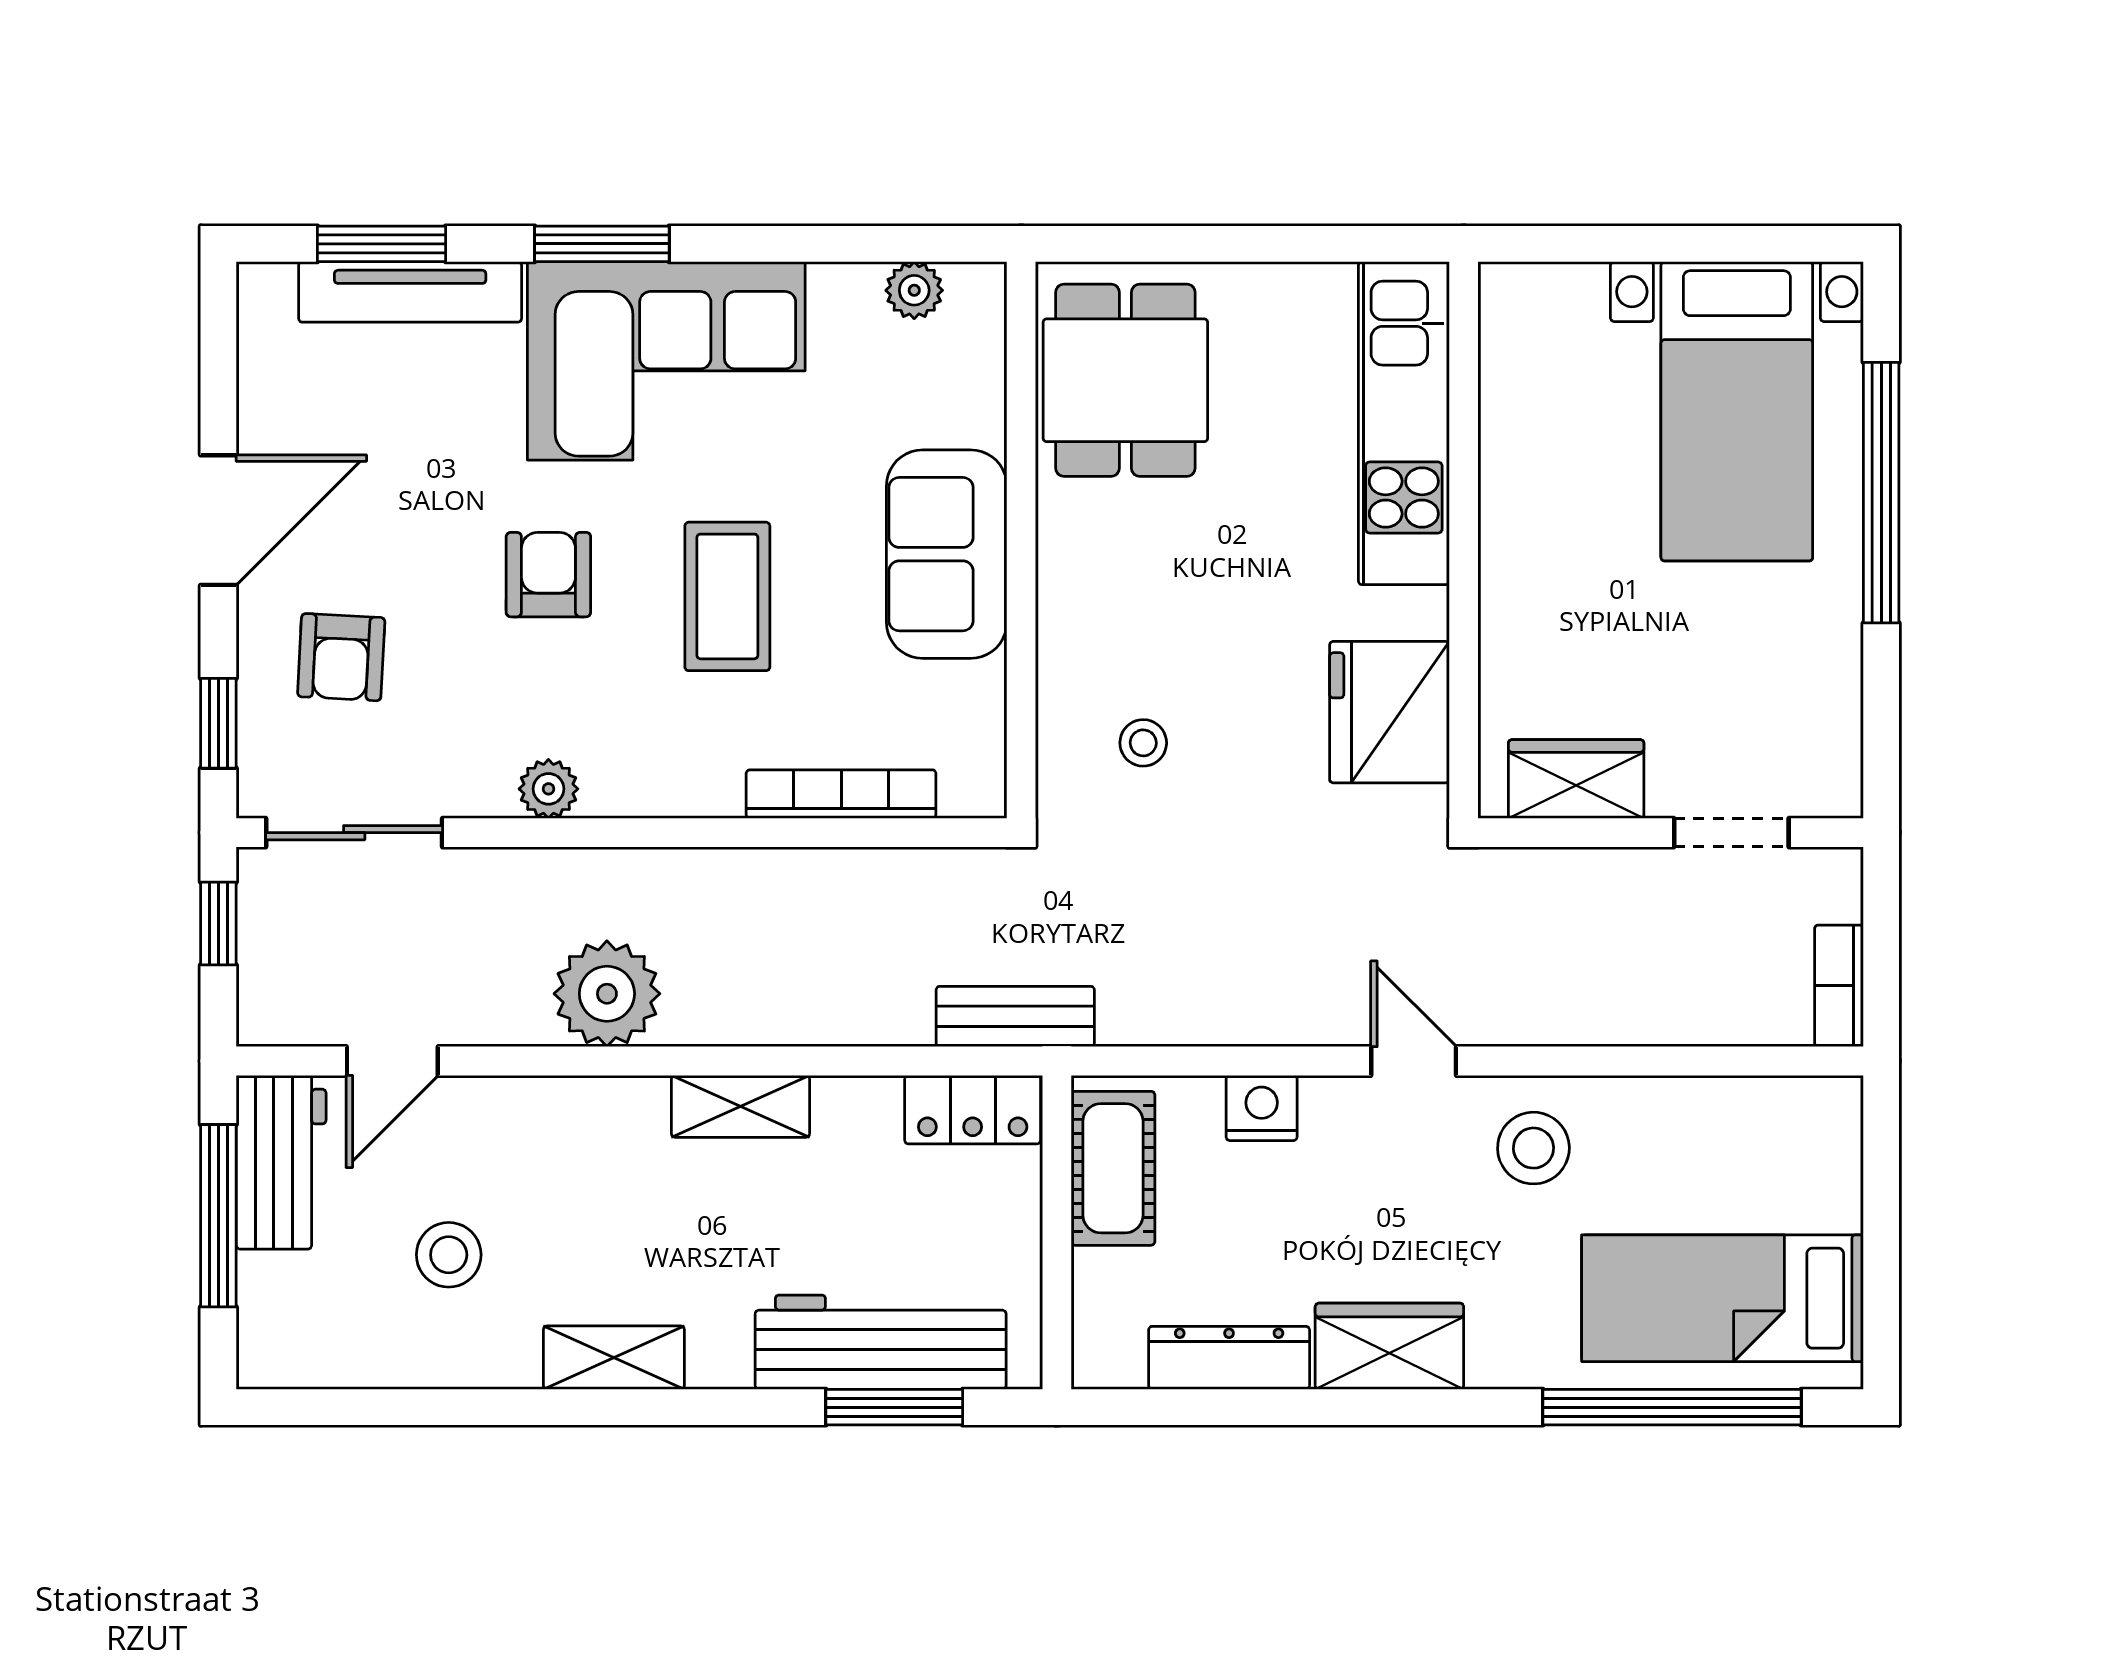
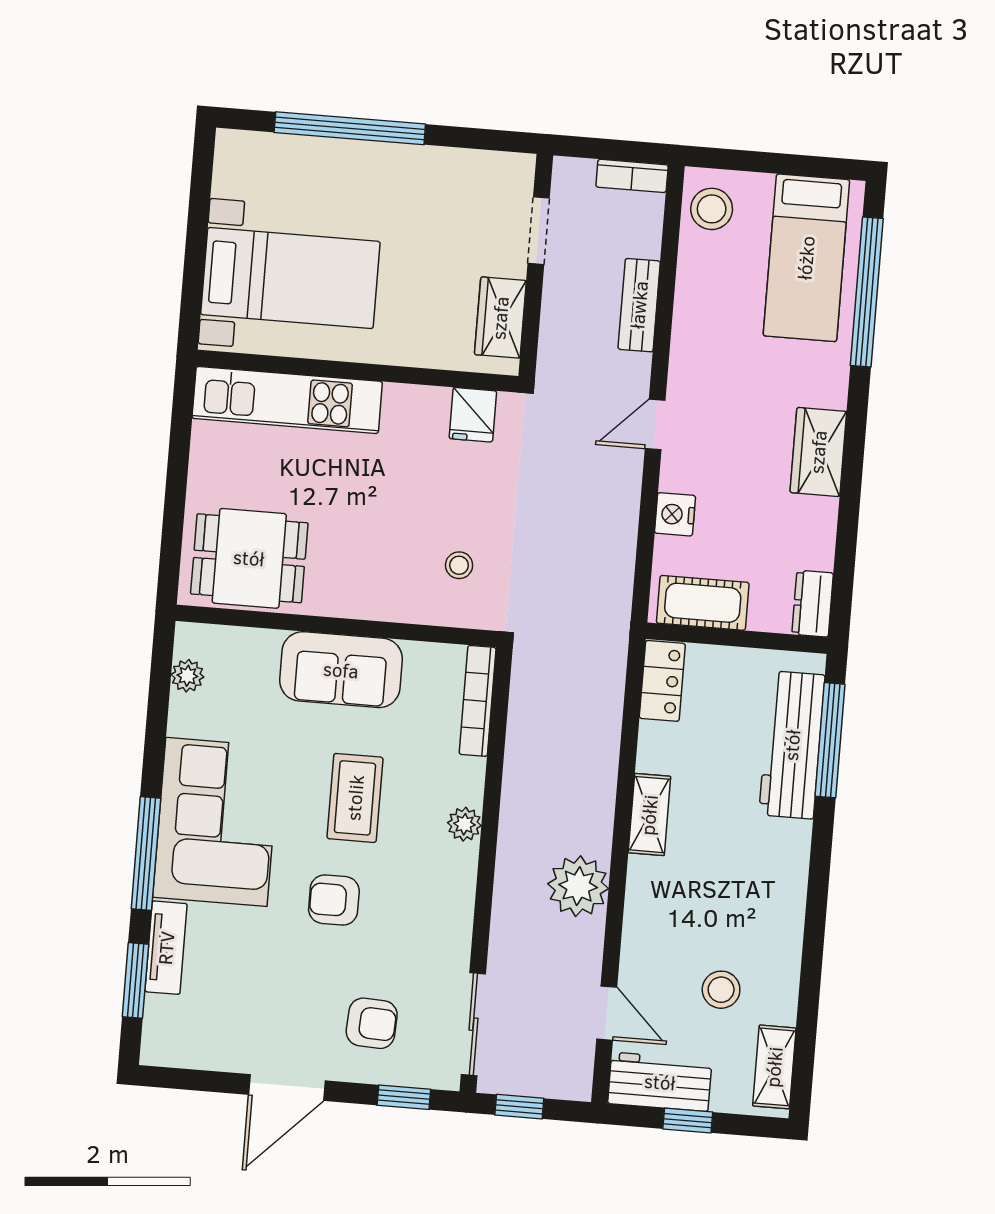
window: (602, 244) -> (146, 854), width x1.44
tv unit: (410, 292) -> (166, 948), width x0.71
bed with nightstands: (1737, 411) -> (290, 278), moved
door: (218, 520) -> (287, 1088), swing flipped
coffee table: (727, 596) -> (355, 798), turned 90
fridge: (1389, 712) -> (473, 415), width x0.53, depth x0.75
plant: (548, 789) -> (464, 824), moved
bookcase: (841, 794) -> (478, 701), moved
bench: (1015, 1017) -> (639, 305), moved
stool: (1533, 1148) -> (712, 209), moved
window: (218, 1216) -> (688, 1121), width x0.46
shelving: (614, 1358) -> (774, 1067), moved
dresser: (1229, 1358) -> (813, 604), moved, width x0.70
window: (894, 1407) -> (830, 740), width x1.44

